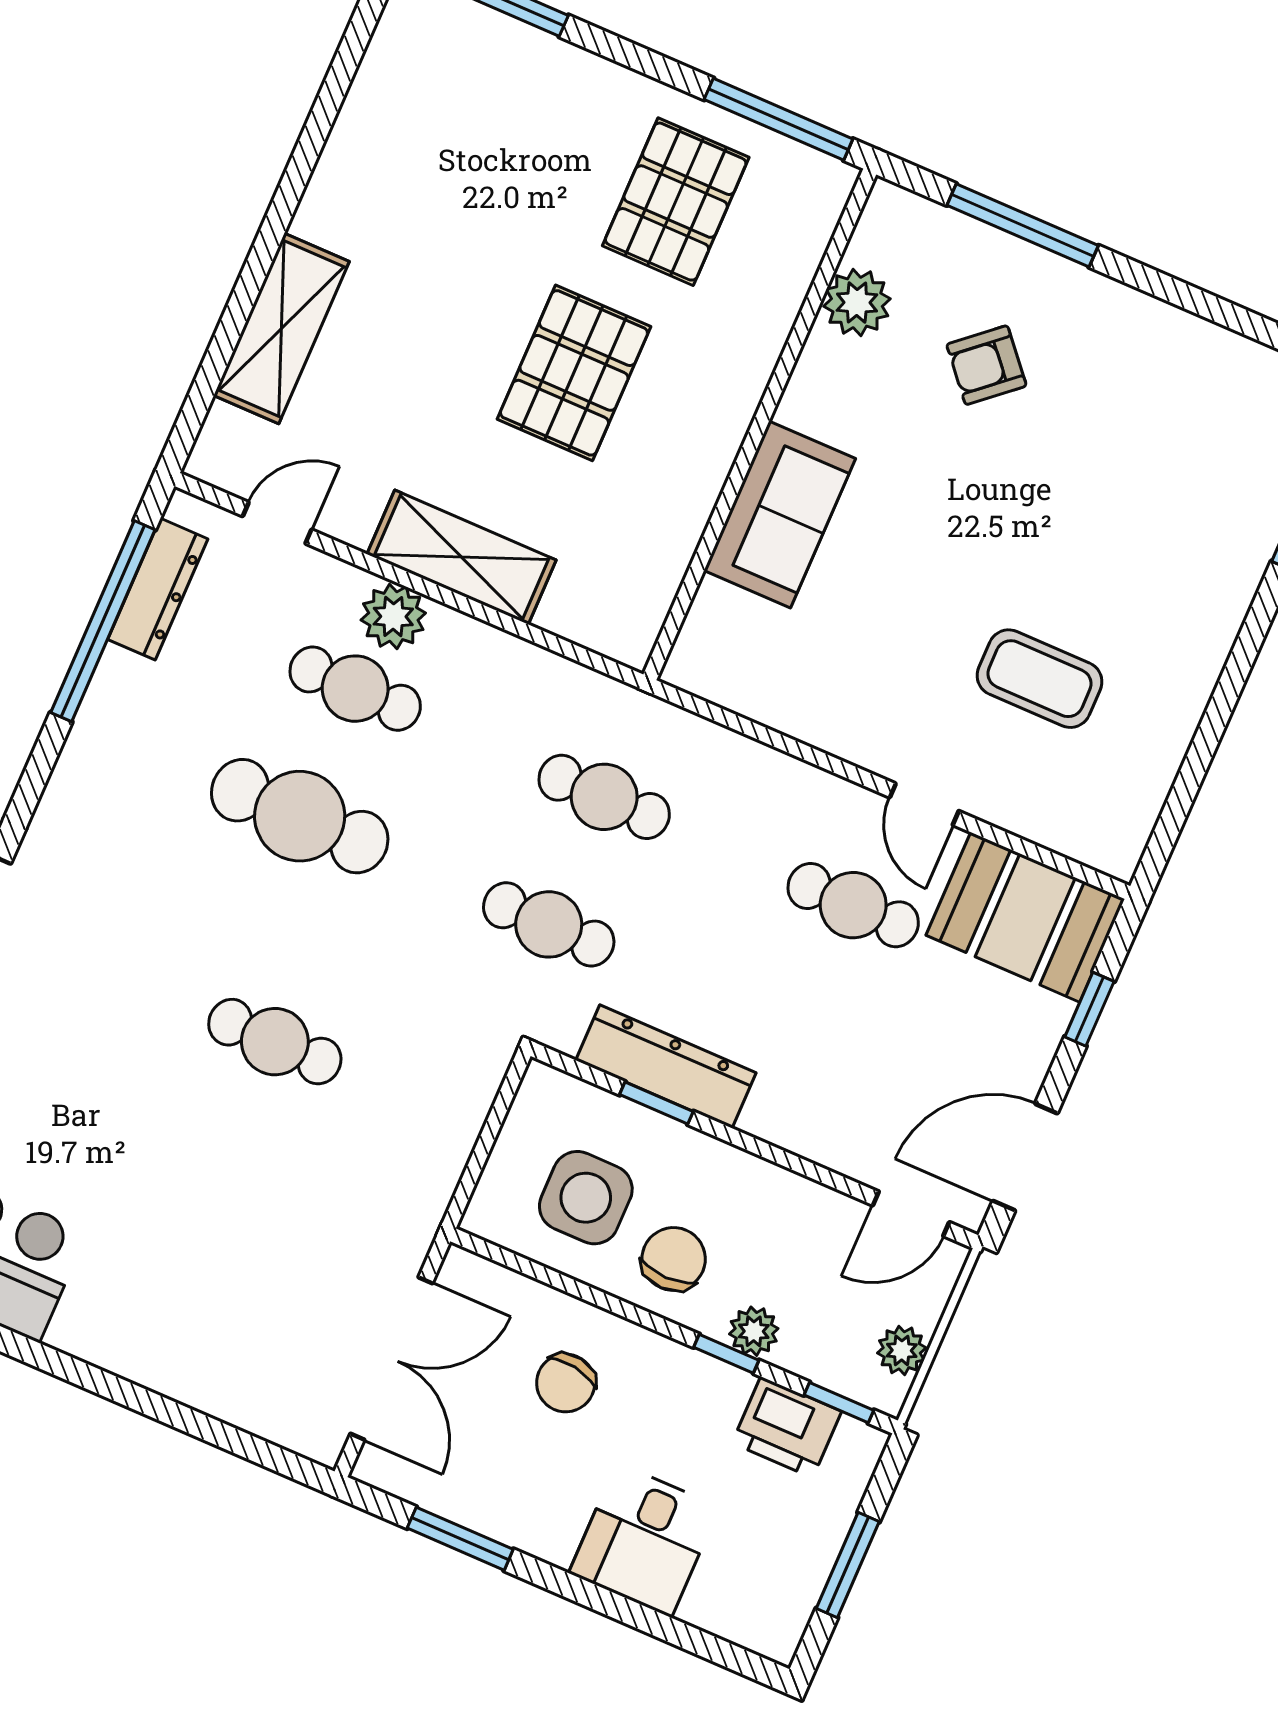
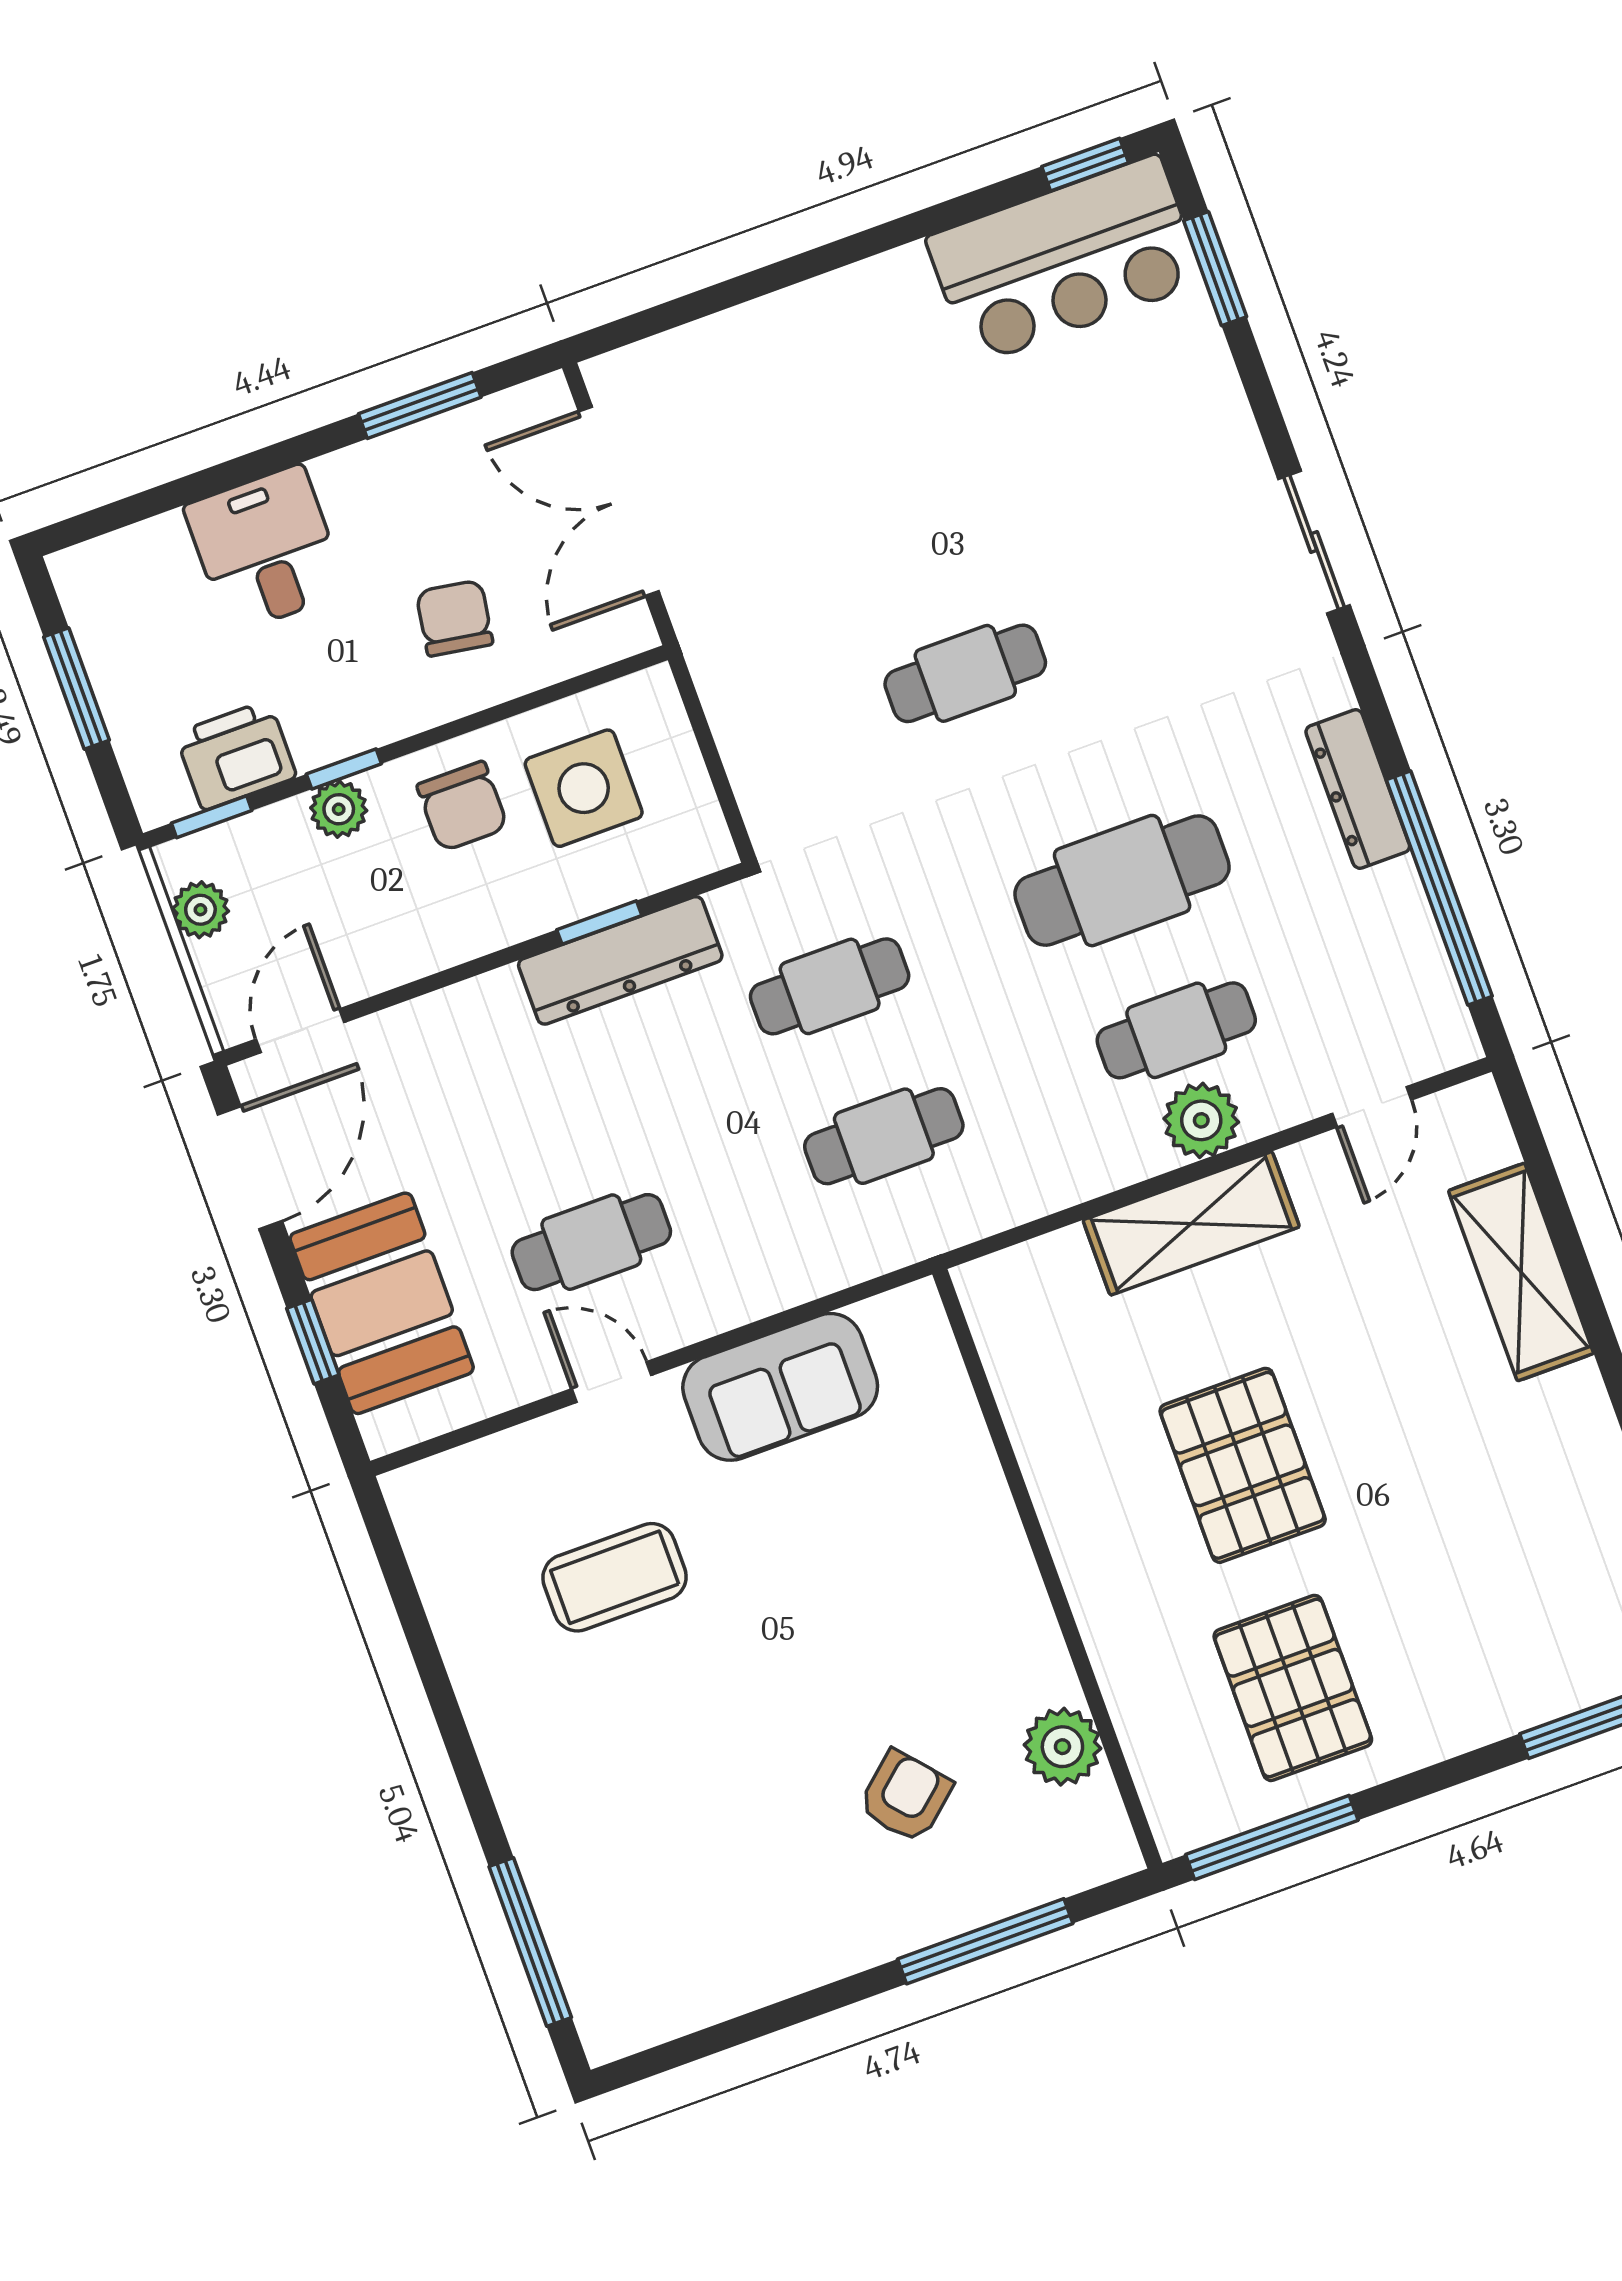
sofa: (780, 514) -> (780, 1387), moved, turned -90
dresser: (158, 589) -> (1358, 789), moved
booth: (1025, 917) -> (382, 1303), moved, turned 90

